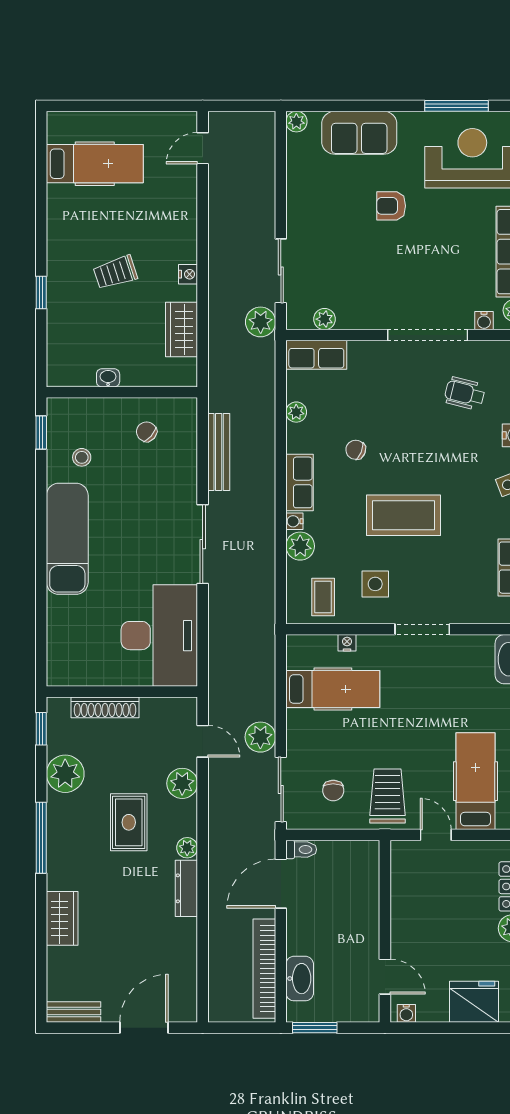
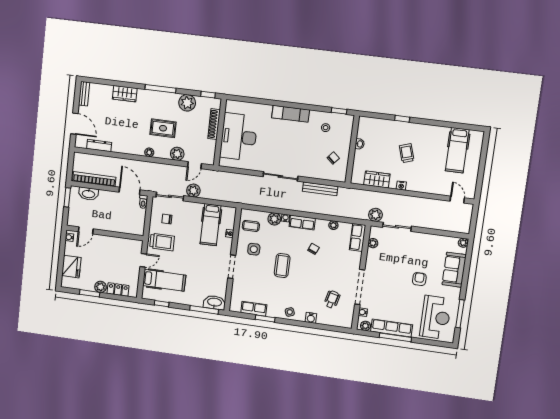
coffee table: (403, 515) -> (282, 266), width x0.73, depth x0.76
exam couch: (67, 539) -> (291, 114), width x0.73, depth x0.69
desk: (159, 636) -> (239, 137), moved, turned 90
dresser: (186, 888) -> (99, 146), moved

